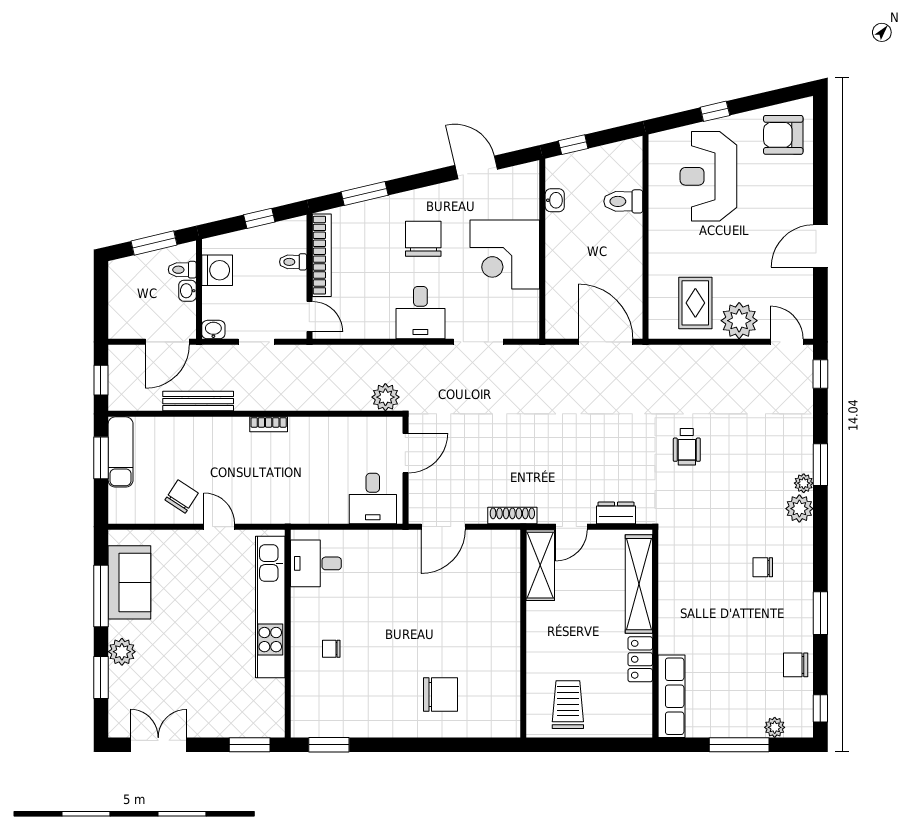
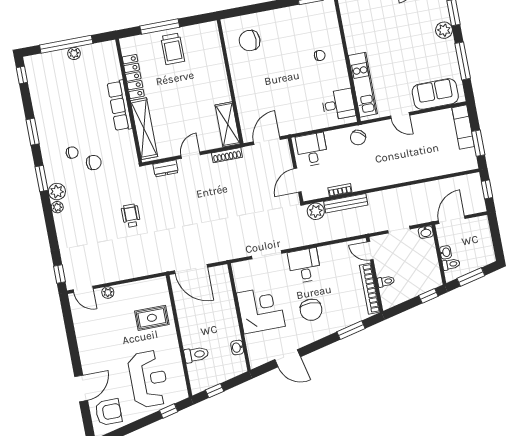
window: (715, 111) -> (169, 411), moved
window: (573, 145) -> (215, 391), moved
window: (259, 218) -> (428, 296), moved
door: (820, 246) -> (81, 388), moved
washing machine: (217, 270) -> (430, 268), removed
rug: (695, 303) -> (152, 318), moved, turned 90
plant: (739, 321) -> (108, 292), width x0.53, depth x0.53
bench: (198, 401) -> (346, 203), moved
bookcase: (269, 424) -> (340, 190), moved
exam couch: (121, 452) -> (463, 127), moved
window: (820, 465) -> (41, 178), moved
chair: (182, 496) -> (358, 138), moved
shelving: (540, 565) -> (228, 124), moved
sofa: (129, 582) -> (435, 94), moved, turned 90
kitchen unit: (270, 607) -> (363, 85), width x0.73
wall: (523, 634) -> (230, 82), moved
locker: (640, 659) -> (133, 77), width x1.53
chair: (796, 665) -> (94, 163), moved
row of seats: (671, 696) -> (120, 106), moved
plant: (775, 727) -> (74, 54), moved
window: (582, 745) -> (160, 27), added
window: (739, 745) -> (66, 44), width x1.46

